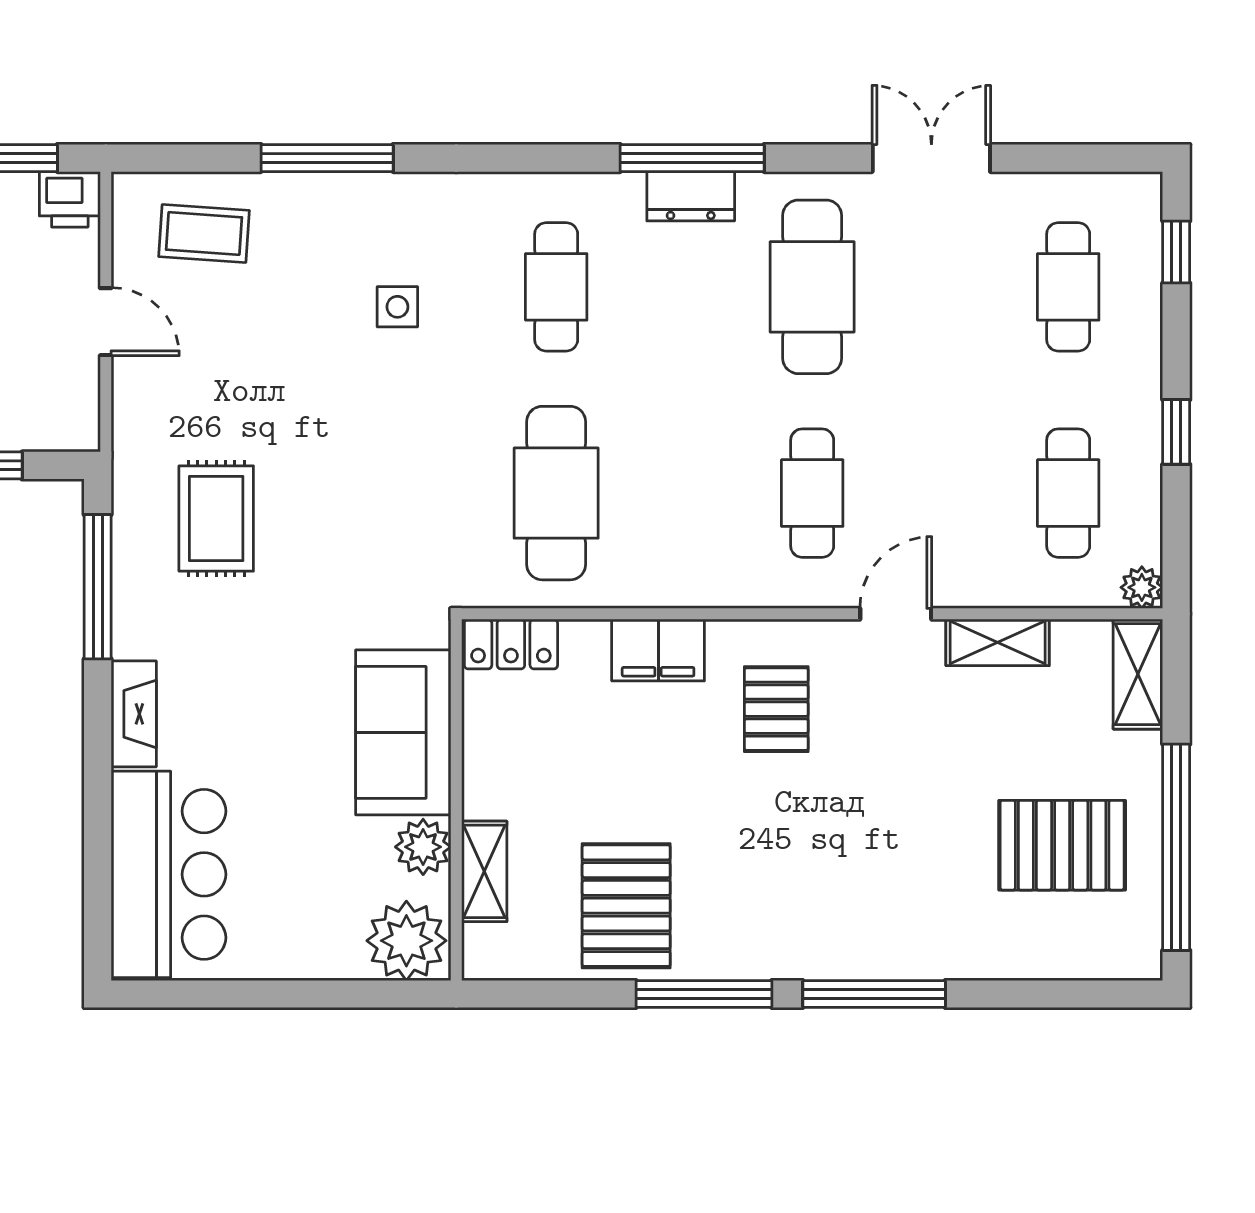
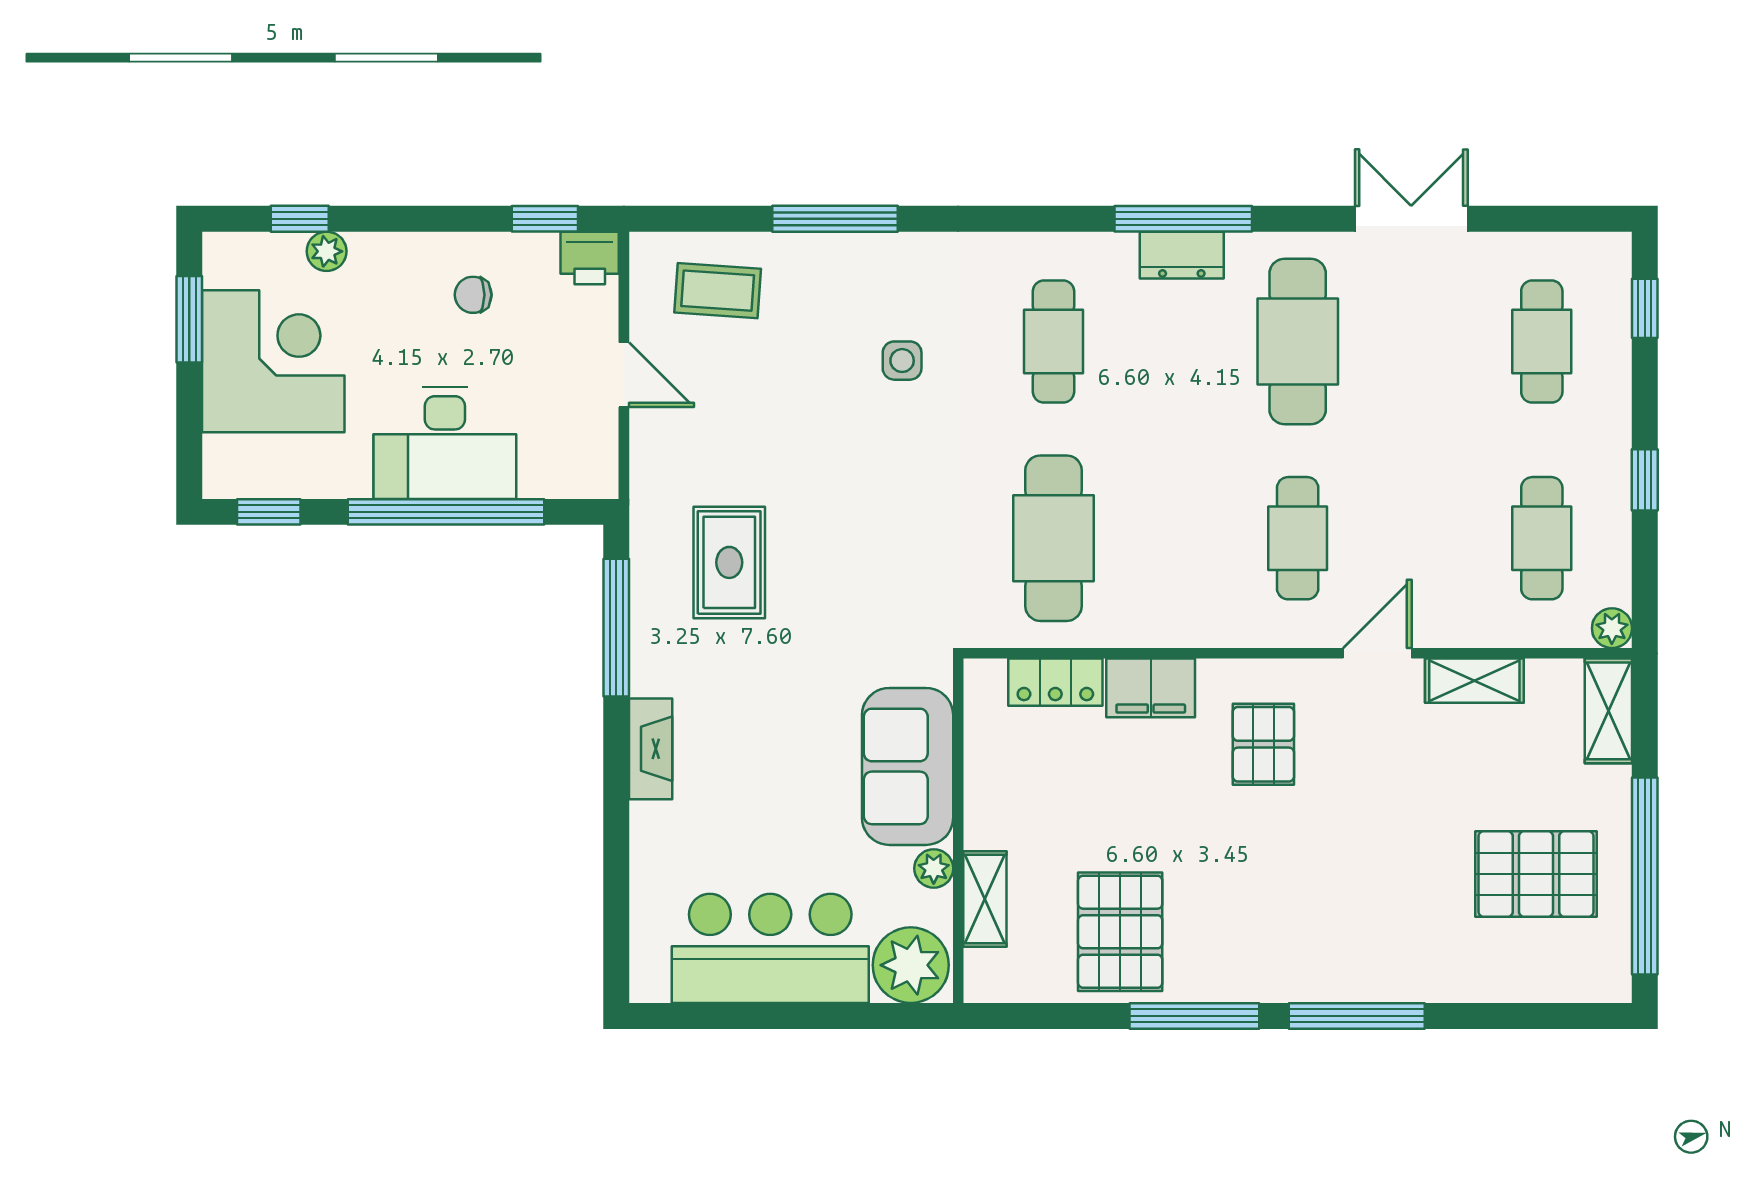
locker: (511, 644) -> (1055, 682), moved
plant: (423, 847) -> (934, 868), width x0.73, depth x0.73
bar counter: (168, 874) -> (770, 948), moved, turned -90

